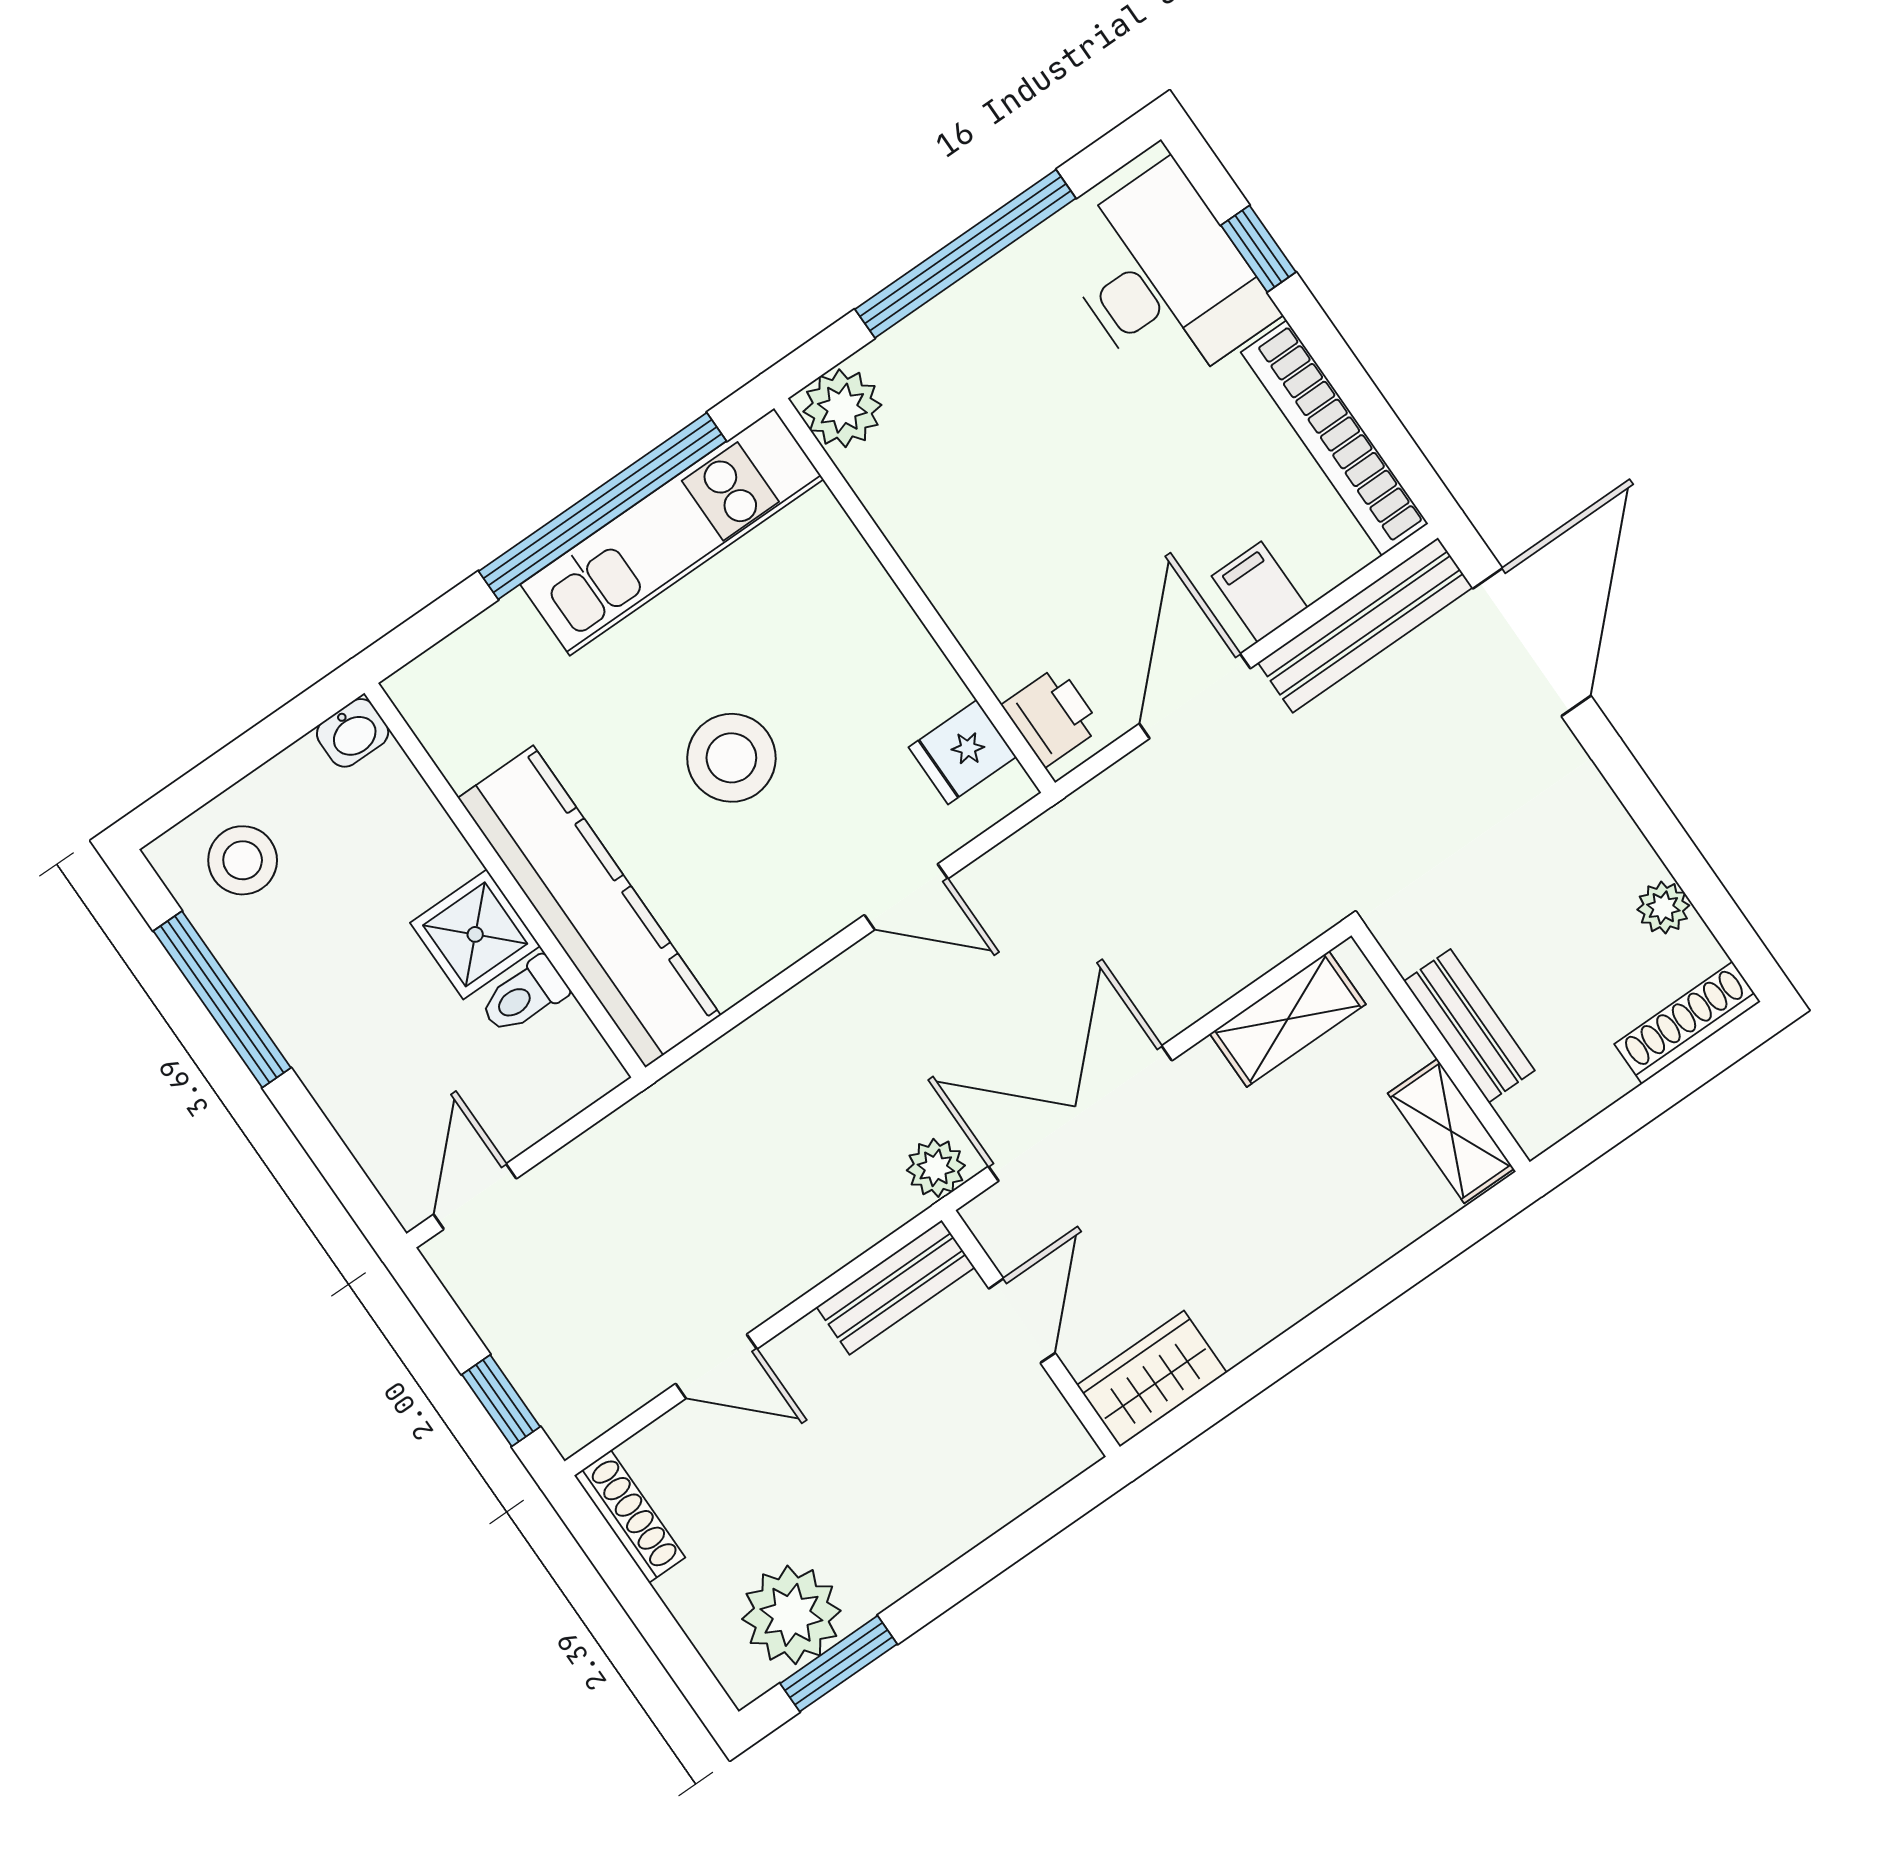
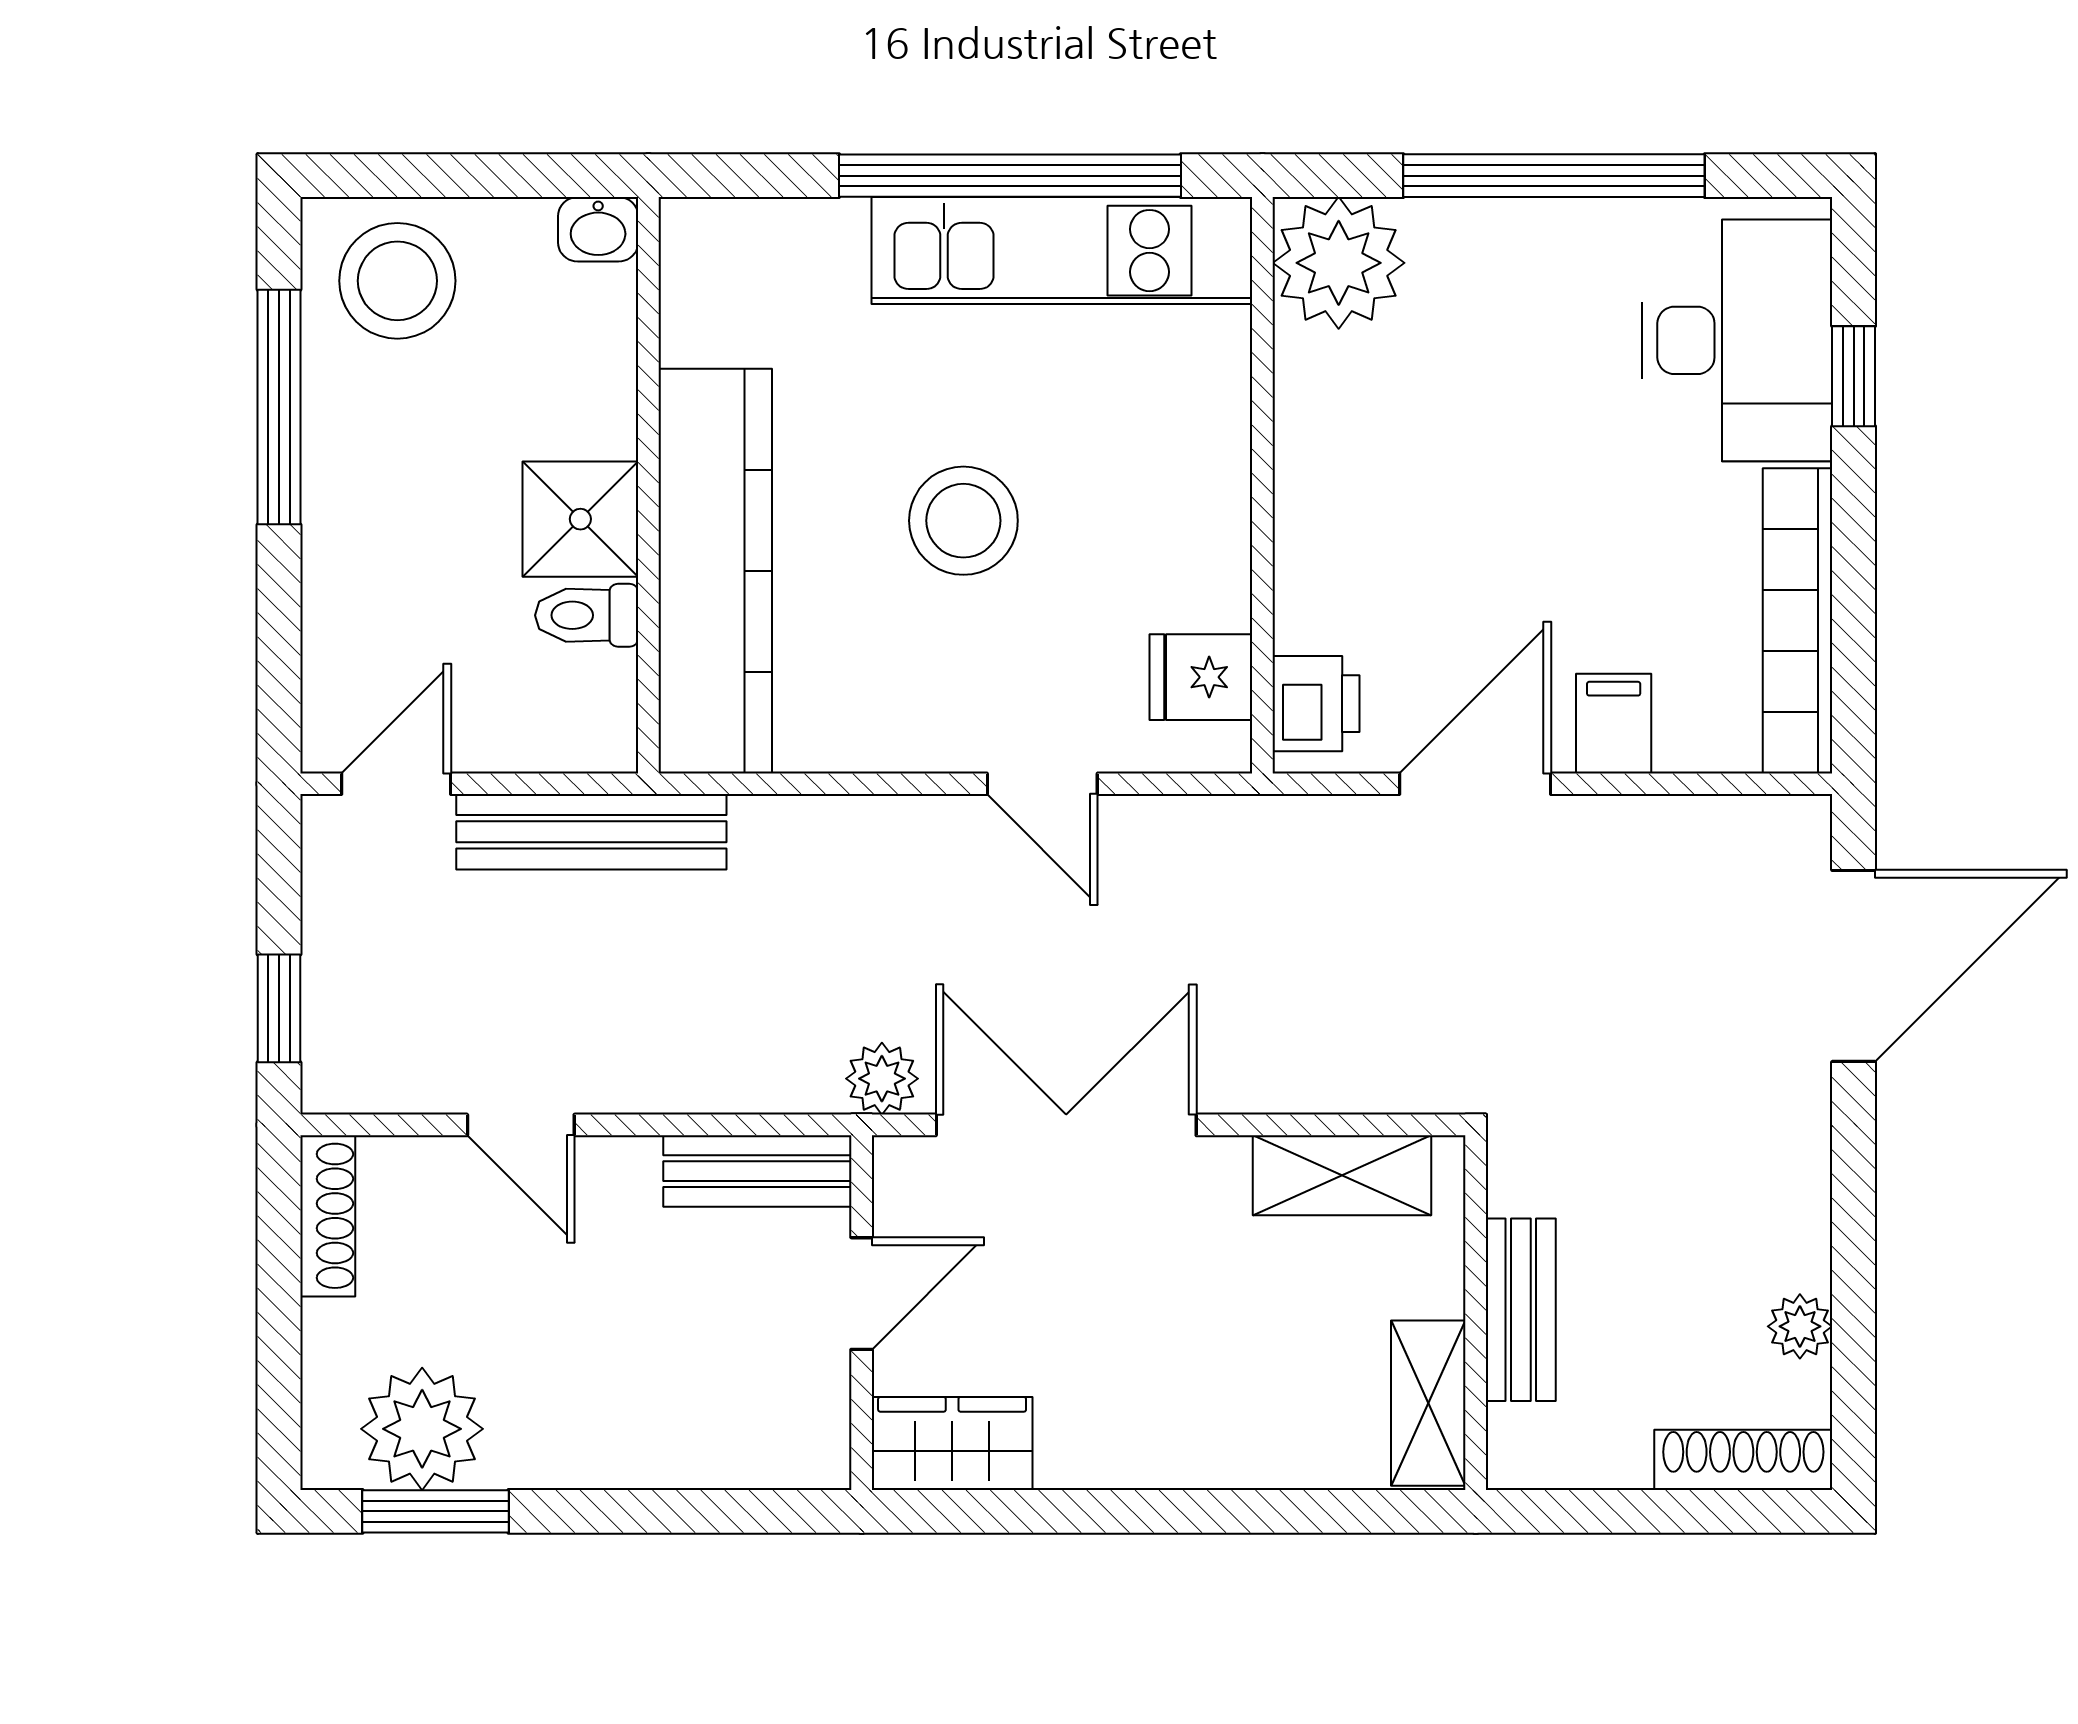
plant: (842, 408) -> (1339, 263), width x1.36, depth x1.36
bench: (1365, 625) -> (591, 832), moved
stool: (243, 860) -> (397, 281), width x1.38, depth x1.38

